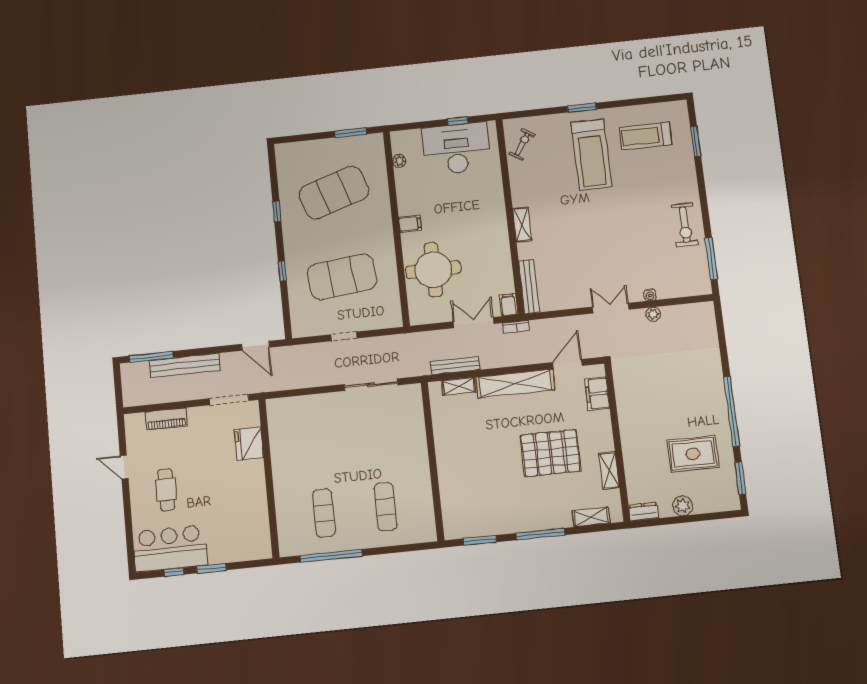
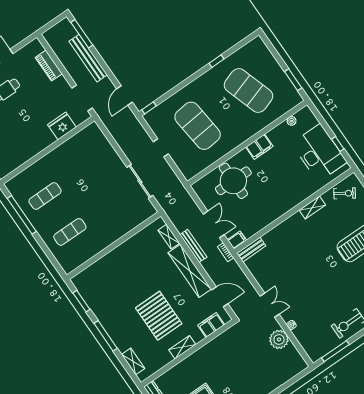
filing cabinet: (410, 224) -> (259, 147), width x2.00
shelving: (522, 225) -> (312, 208), moved
window: (282, 271) -> (149, 108), moved
bench: (529, 286) -> (251, 250), width x0.73
plant: (653, 314) -> (279, 339), width x1.88, depth x1.88
bench: (455, 366) -> (193, 246), moved
shelving: (609, 471) -> (182, 347), moved

